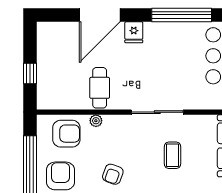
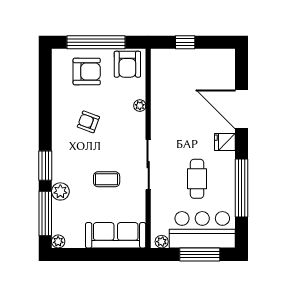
cafe table: (100, 88) -> (197, 179), moved, turned 90
armchair: (66, 134) -> (127, 64), moved

